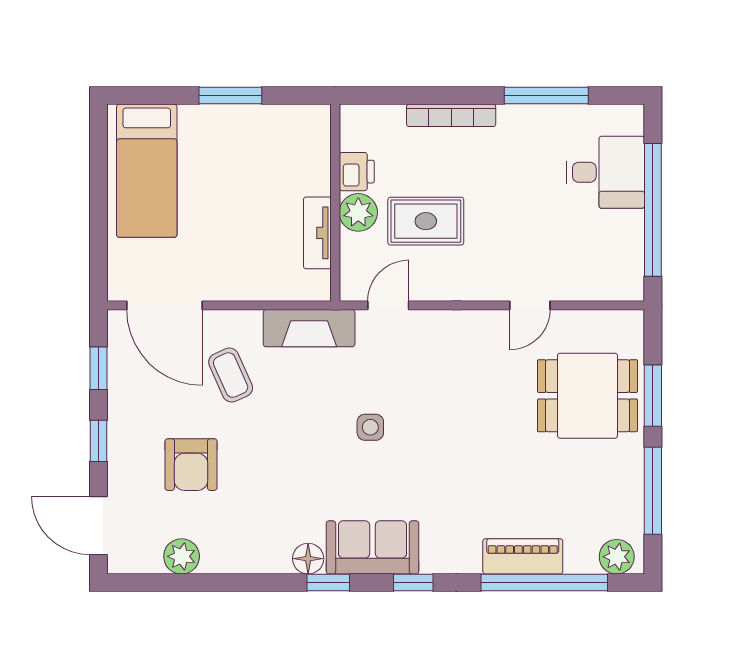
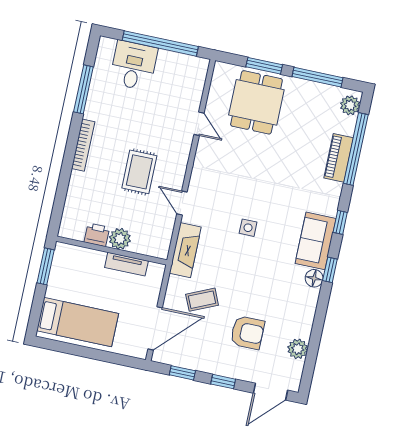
printer: (357, 172) -> (97, 235), moved
wall: (335, 203) -> (112, 251), moved
plant: (358, 212) -> (120, 239), moved
tv unit: (317, 233) -> (126, 264), moved

